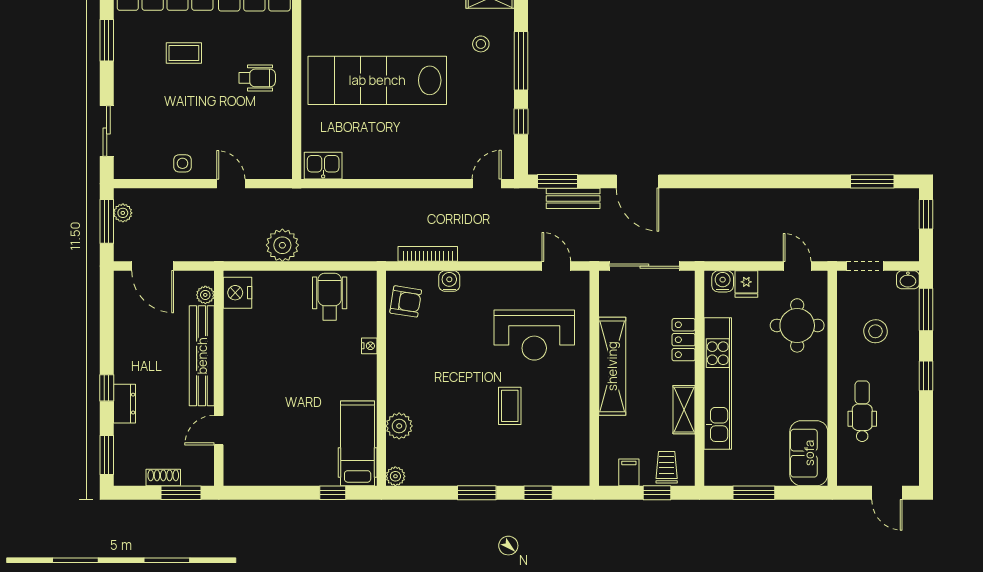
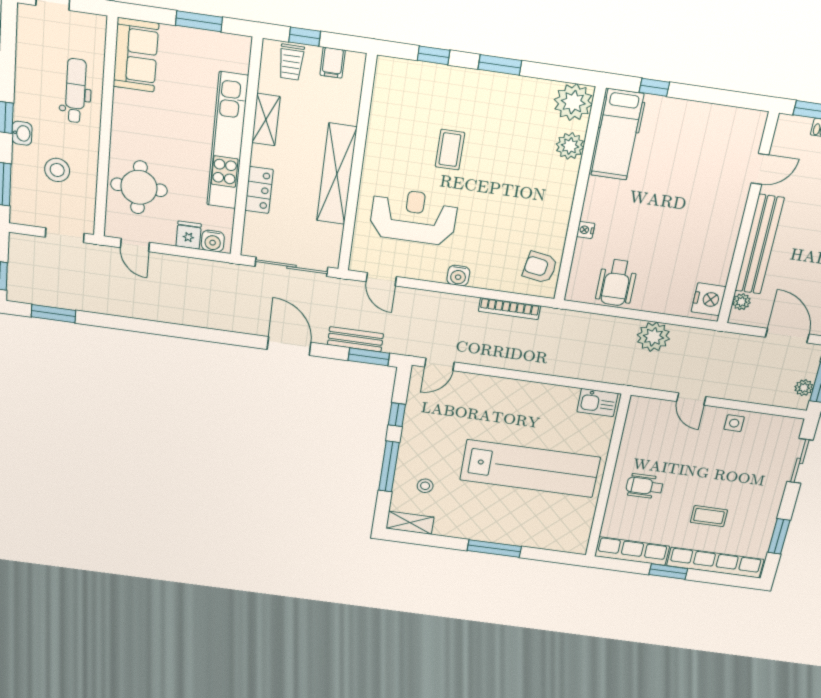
washbasin: (908, 280) -> (22, 133), moved, turned 90
water cooler: (449, 281) -> (458, 276), moved
dental chair: (862, 411) -> (76, 91), turned 180
plant: (395, 476) -> (573, 102), width x1.87, depth x1.87

